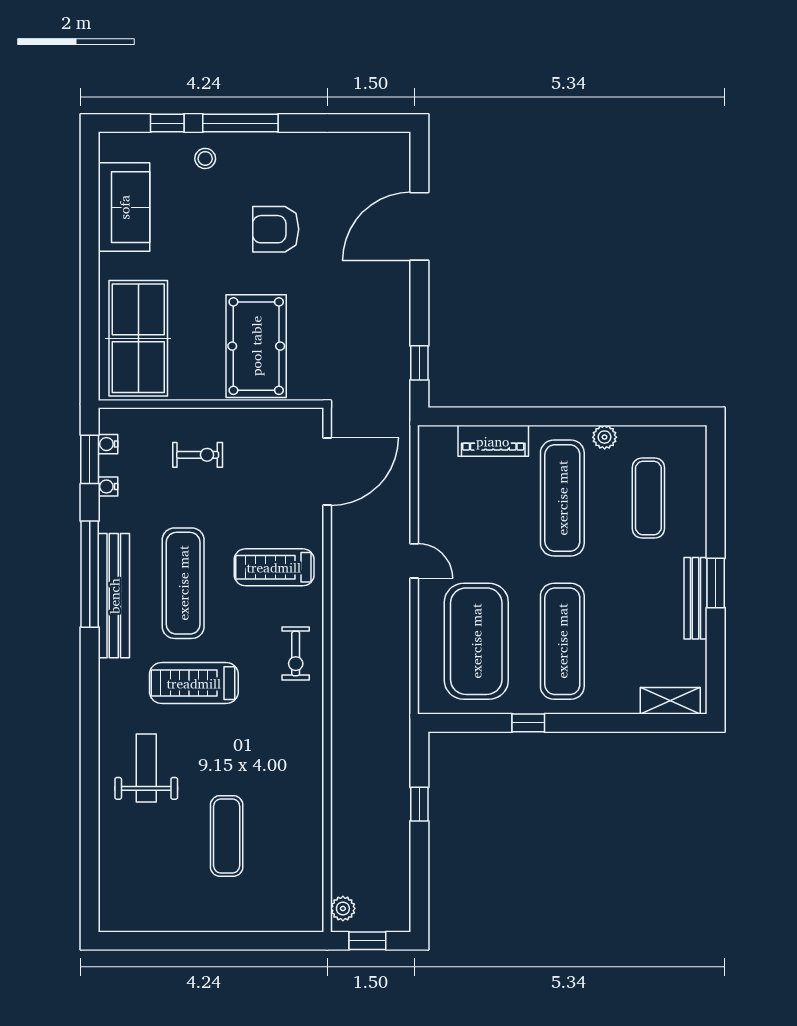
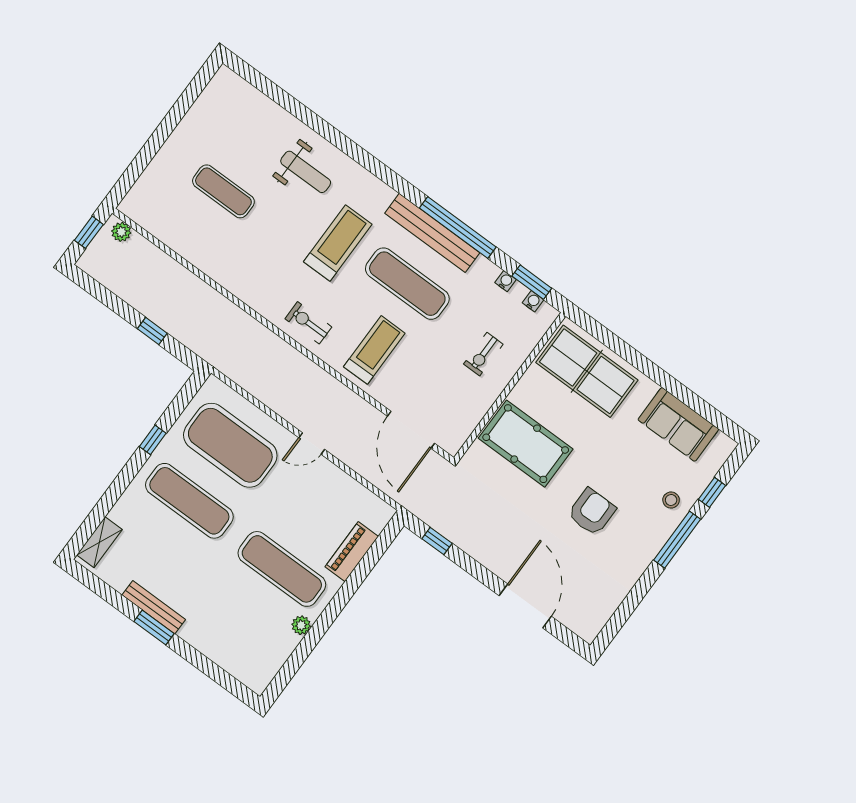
exercise mat: (648, 498) -> (241, 625), removed

